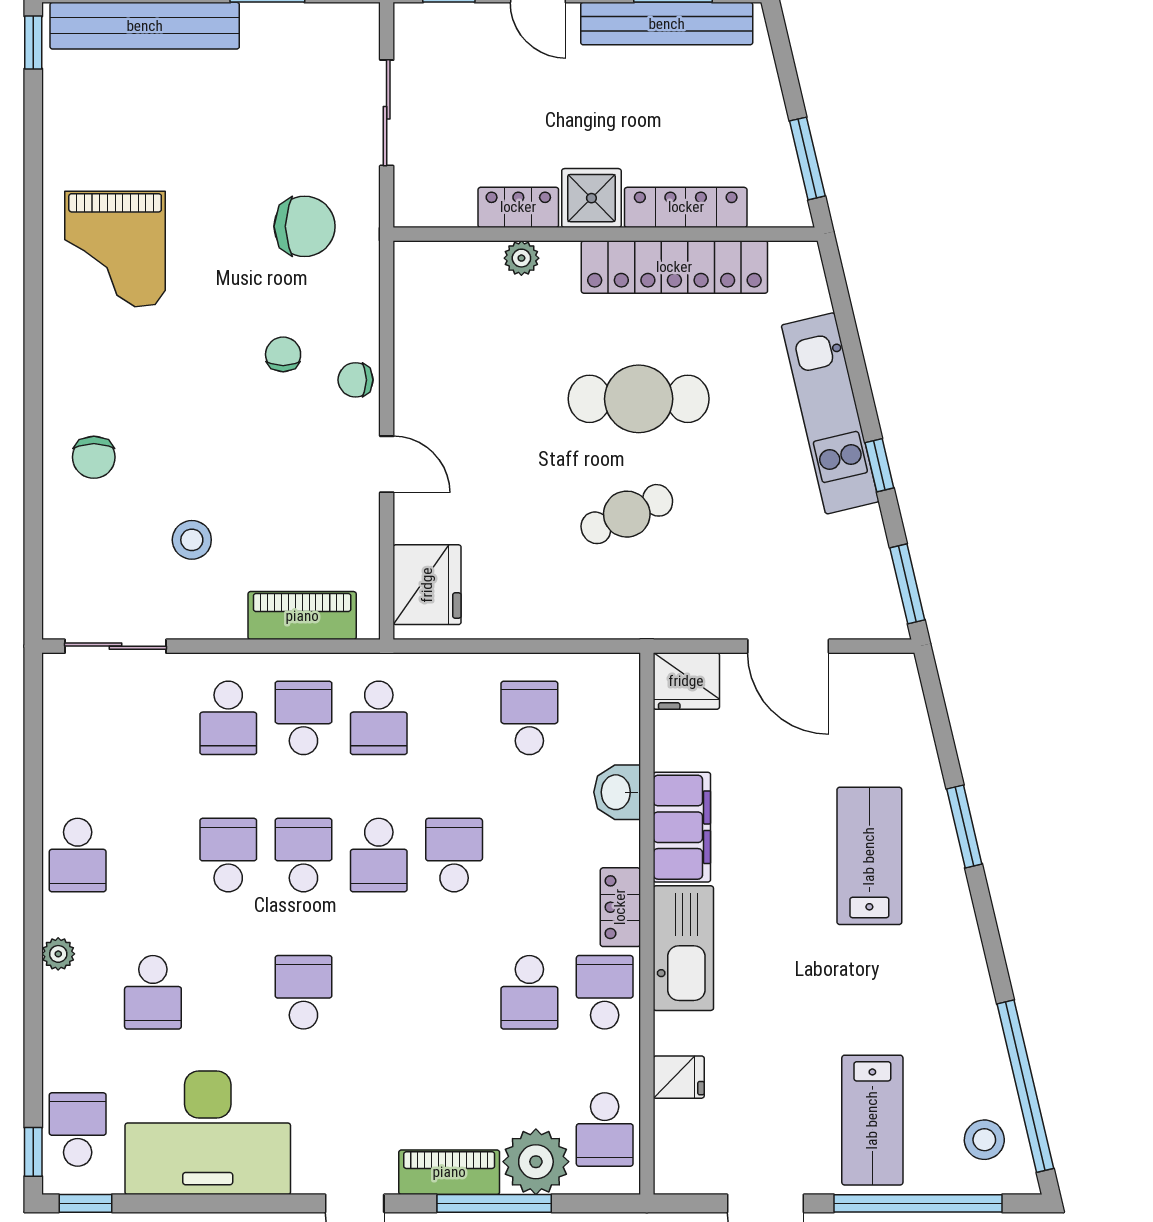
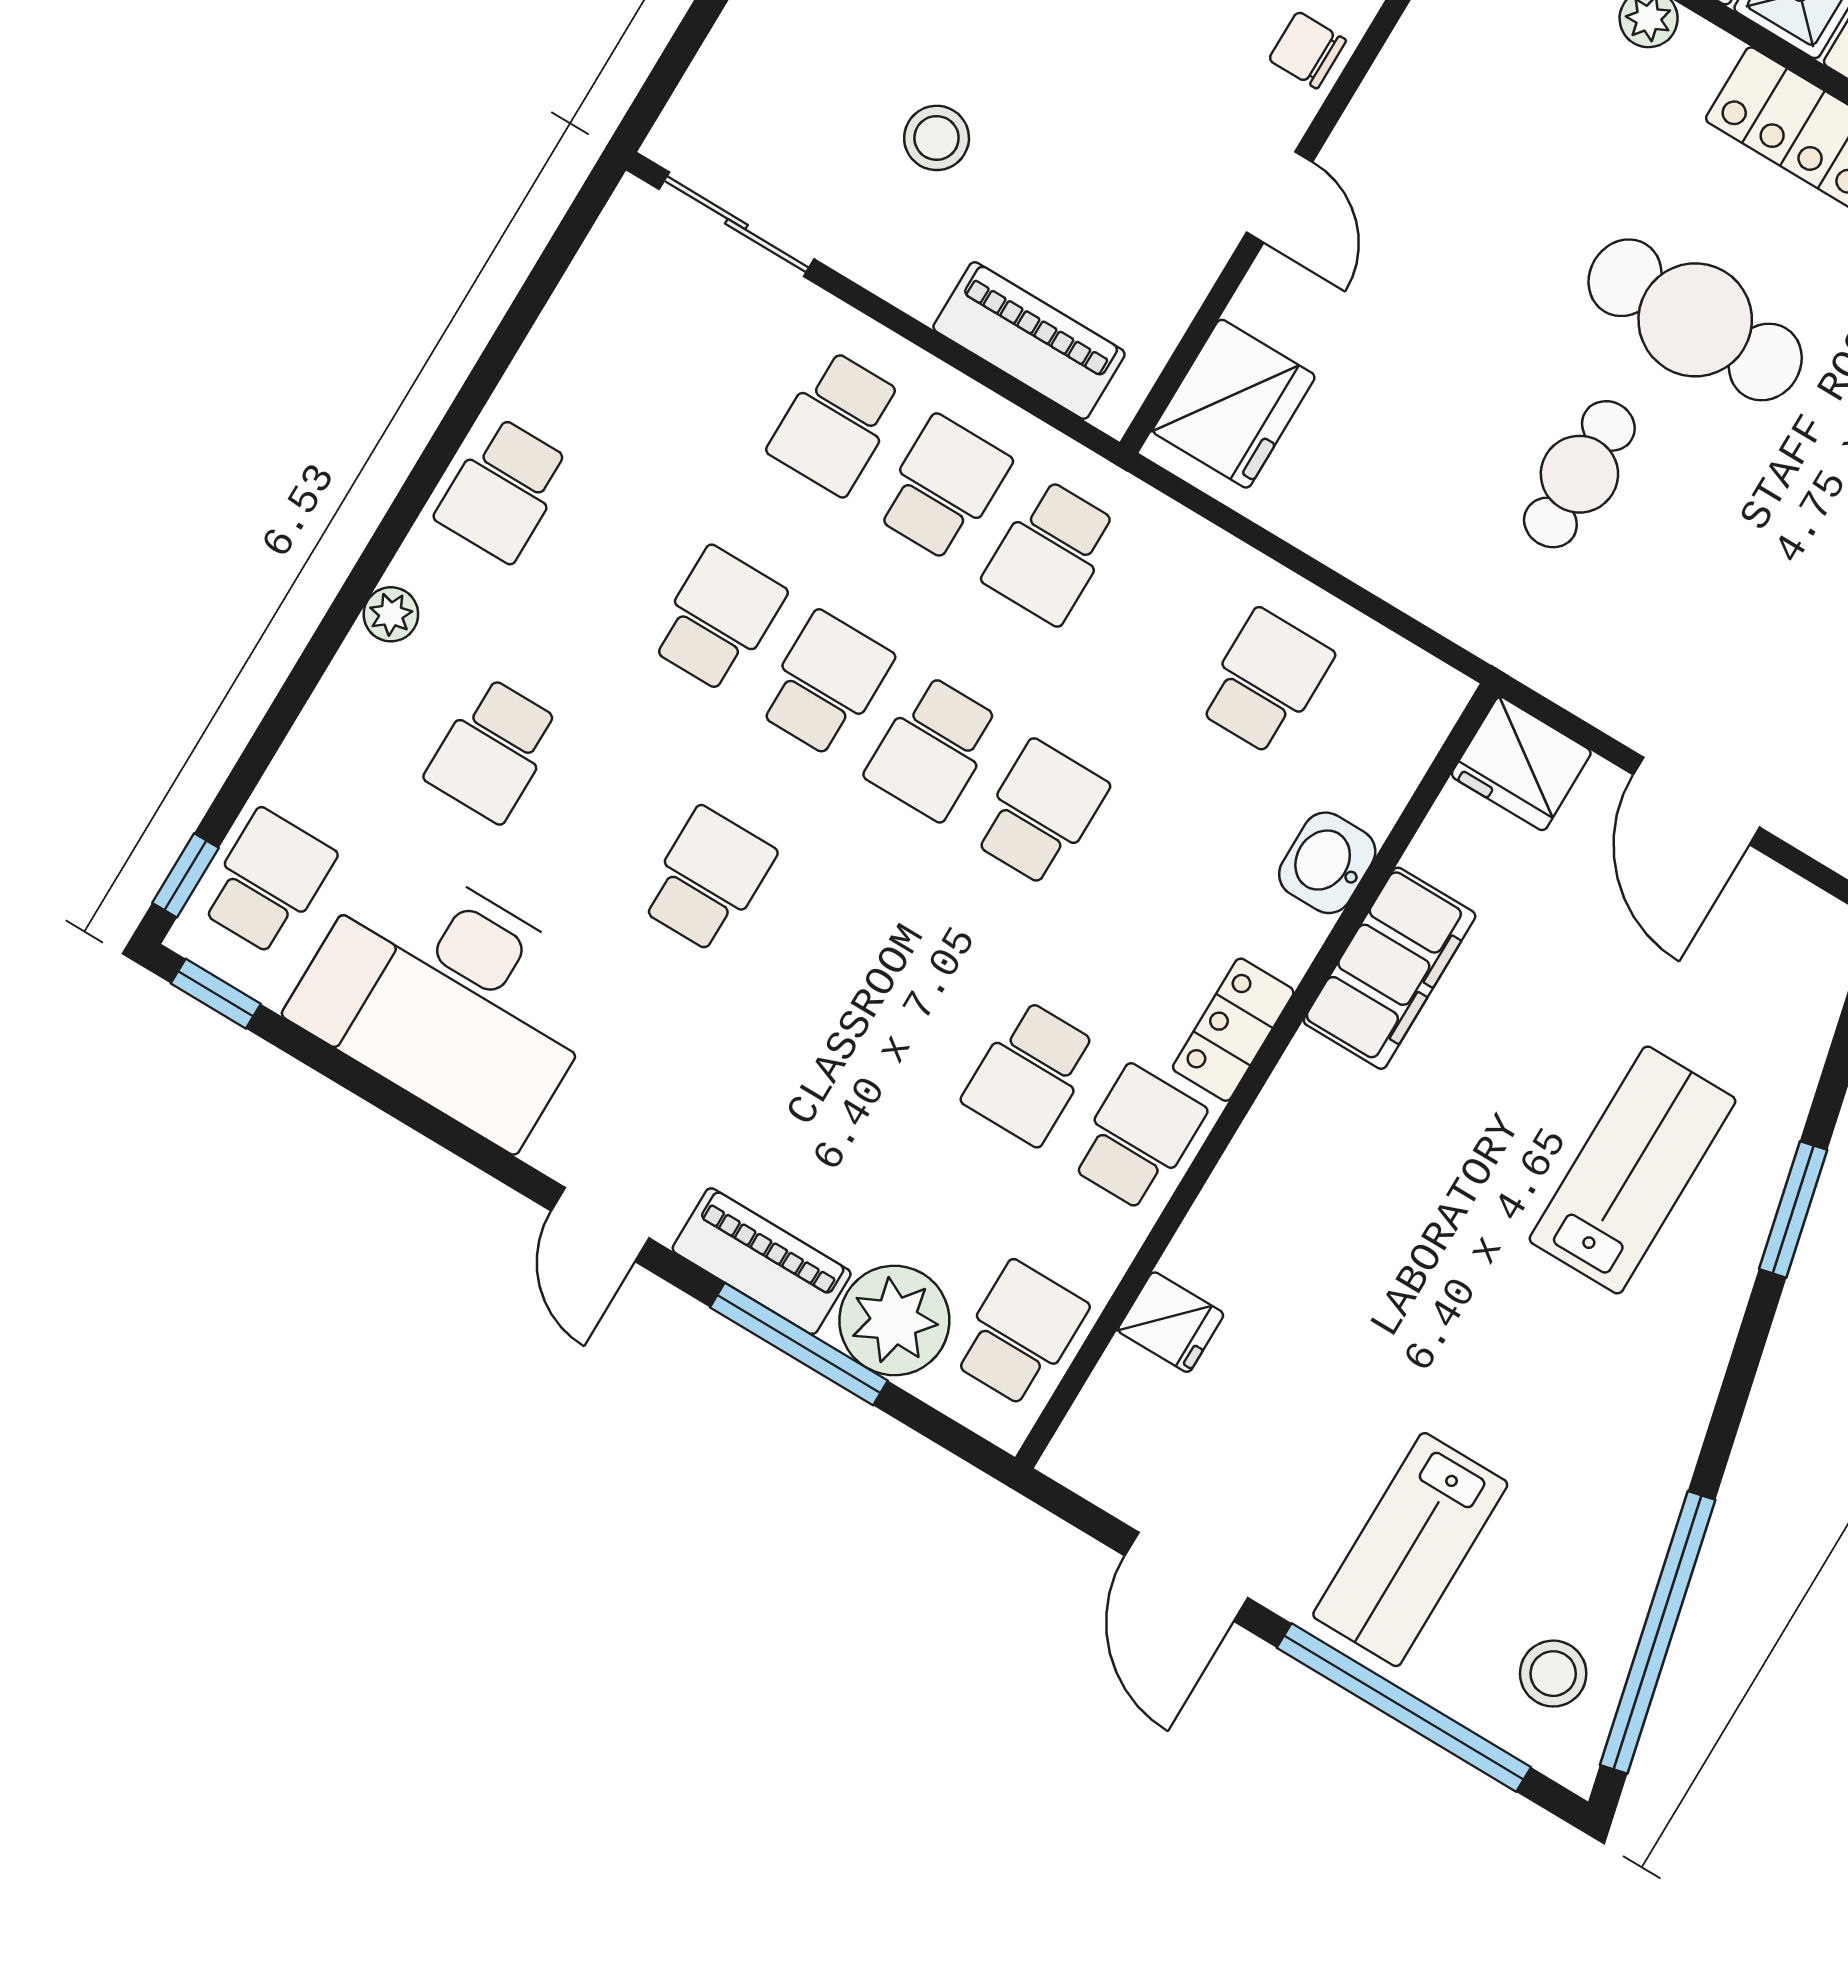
cafe table: (627, 514) -> (1579, 474), turned -66
kitchen sink: (683, 948) -> (1288, 1142), removed
school desk: (605, 1129) -> (1020, 1333), turned 180

